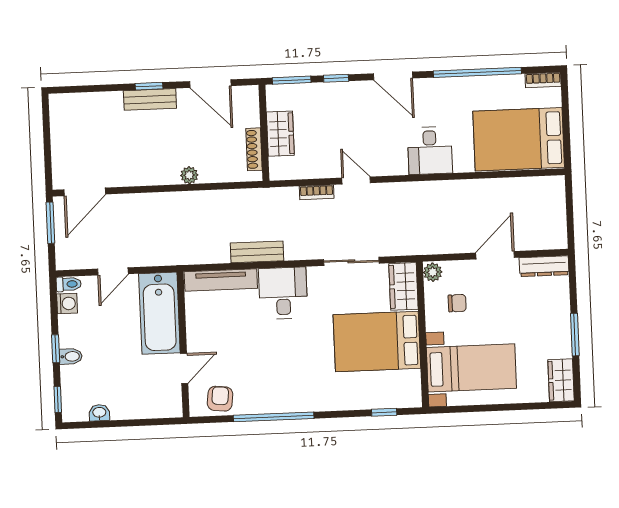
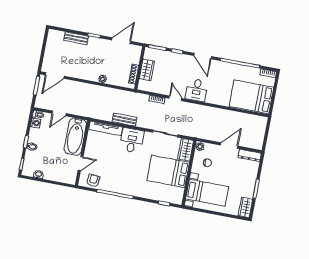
door: (210, 84) -> (121, 41), swing flipped
bench: (150, 99) -> (76, 38), moved
desk: (430, 151) -> (197, 90), moved

